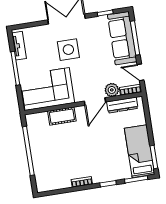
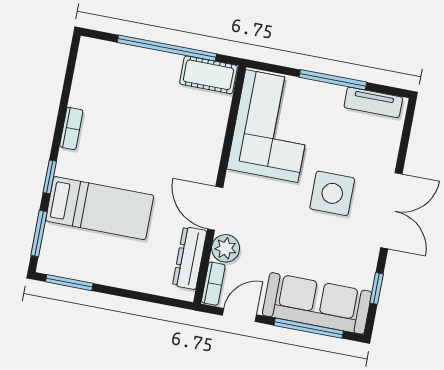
cot: (62, 116) -> (208, 75), moved, turned 90
bed: (140, 151) -> (100, 208), moved

